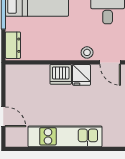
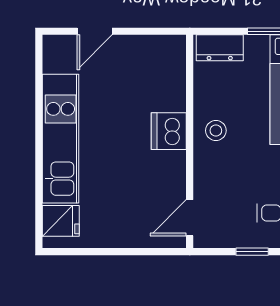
stool: (87, 52) -> (216, 131), moved
fridge: (82, 75) -> (61, 221), moved, turned 180

